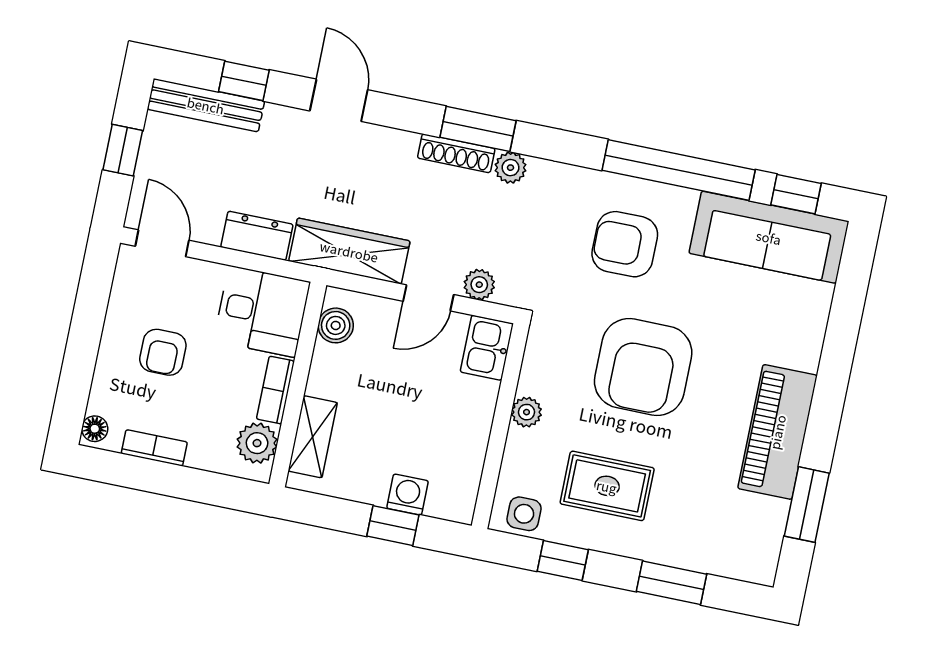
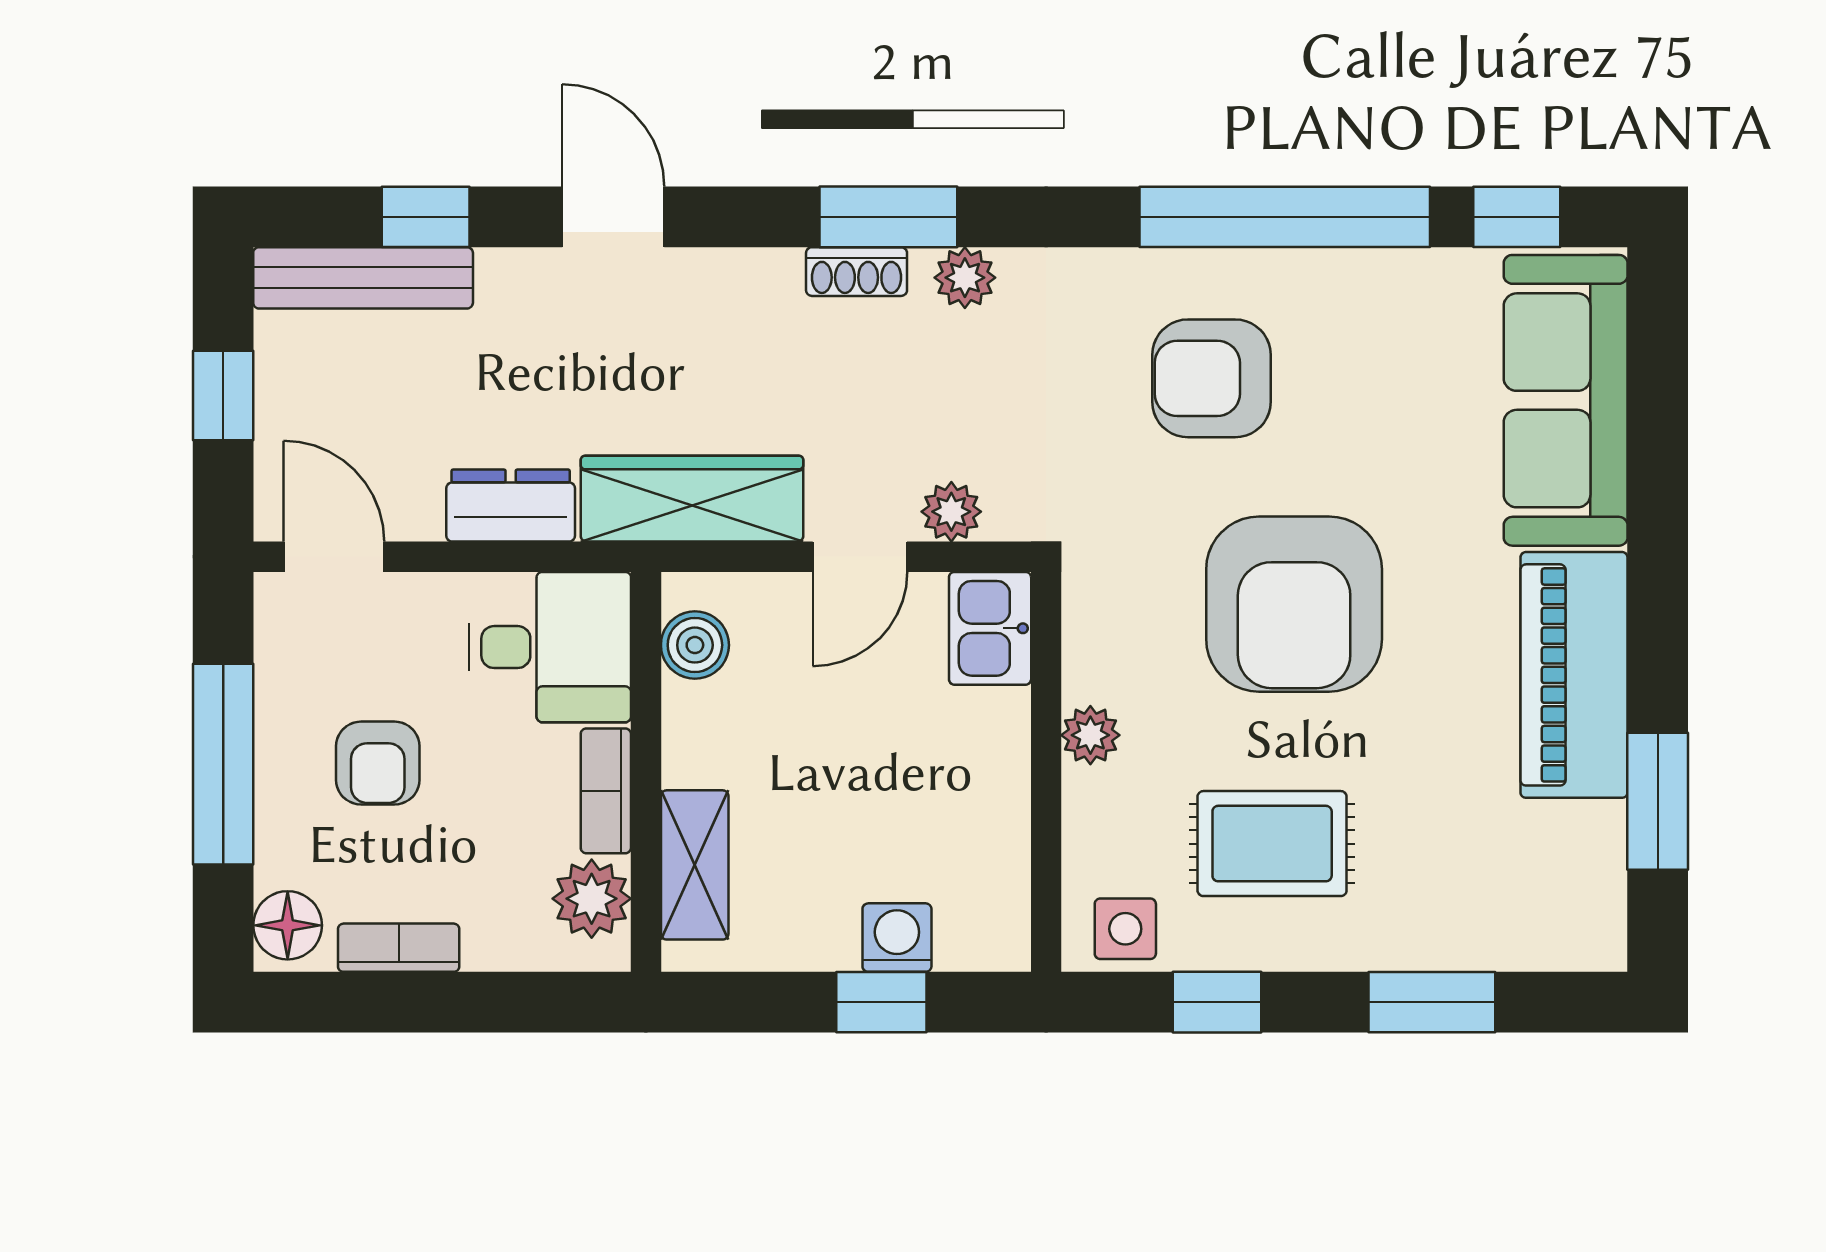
shoe rack: (456, 153) -> (857, 272), width x0.70
sofa: (769, 237) -> (1566, 400), moved, turned 90
window: (85, 337) -> (223, 764), added
floor lamp: (95, 429) -> (288, 925), width x1.37, depth x1.37

